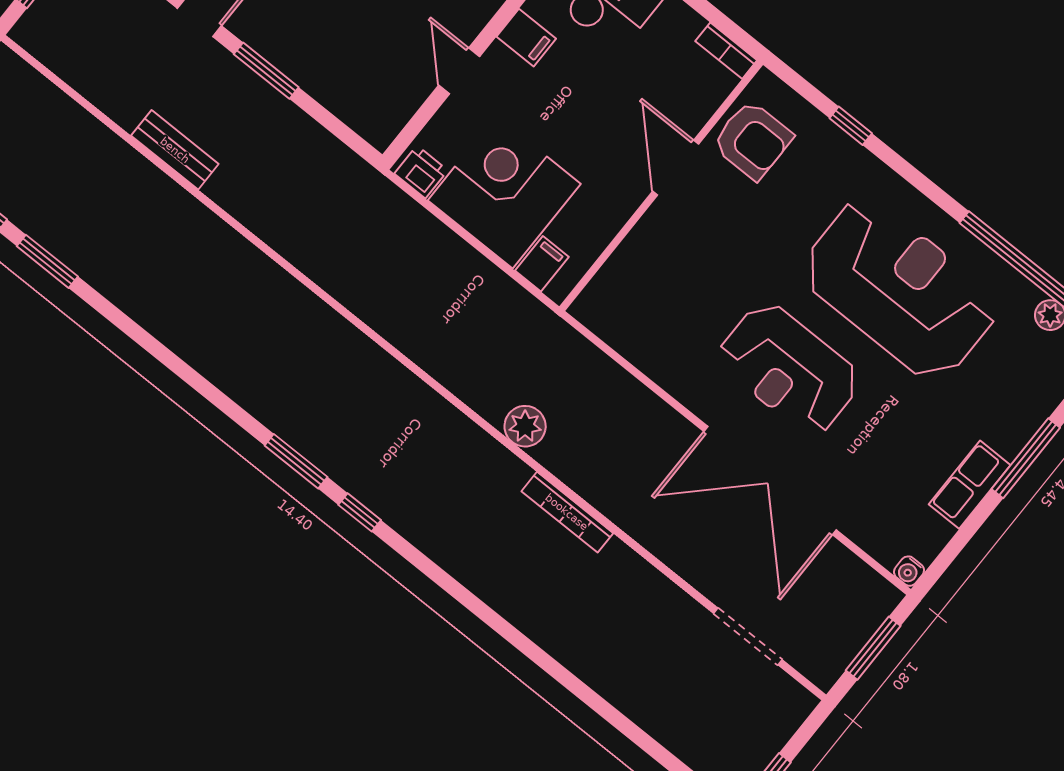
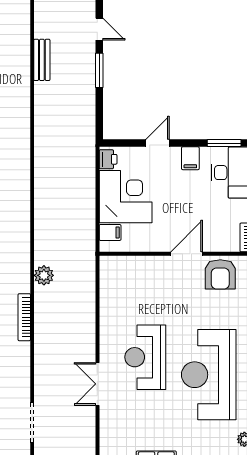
reception desk: (900, 289) -> (209, 375), turned 180
double door: (770, 481) -> (97, 384), width x0.54

